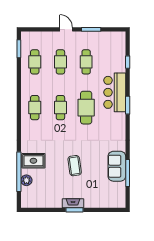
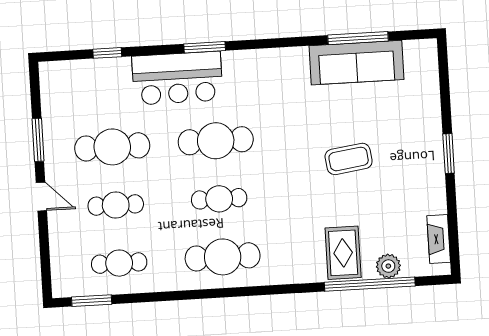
door: (66, 29) -> (41, 197), swing flipped
cafe table: (86, 62) -> (112, 147), width x1.37, depth x1.35
cafe table: (35, 108) -> (223, 257), width x1.37, depth x1.35
sofa: (117, 166) -> (356, 63), width x1.36
fireplace: (73, 203) -> (439, 239), moved

